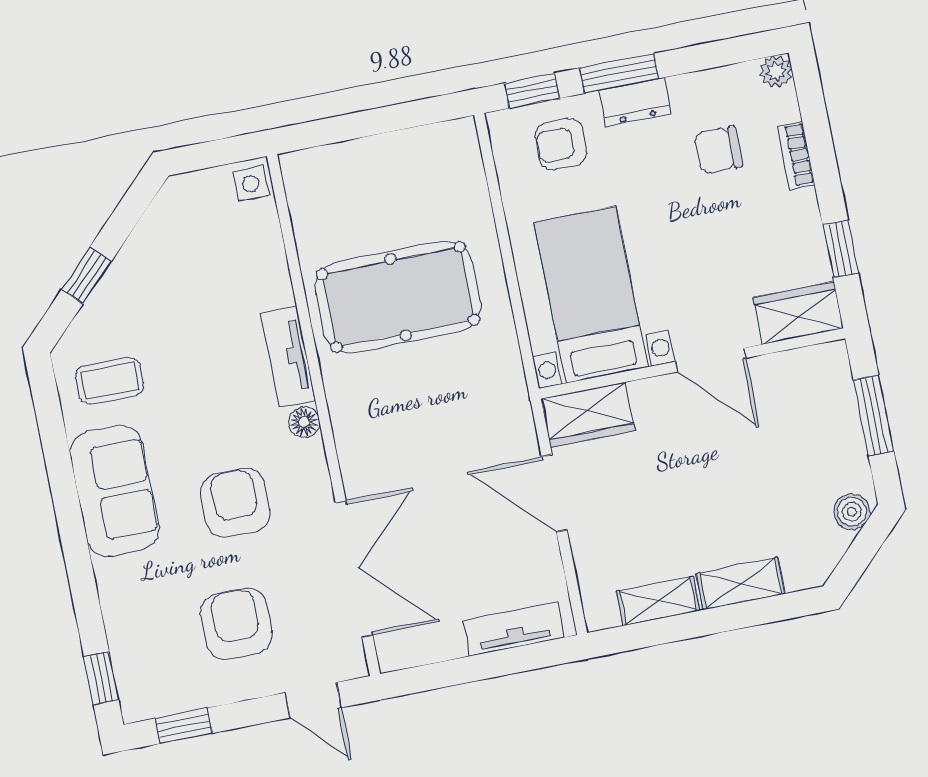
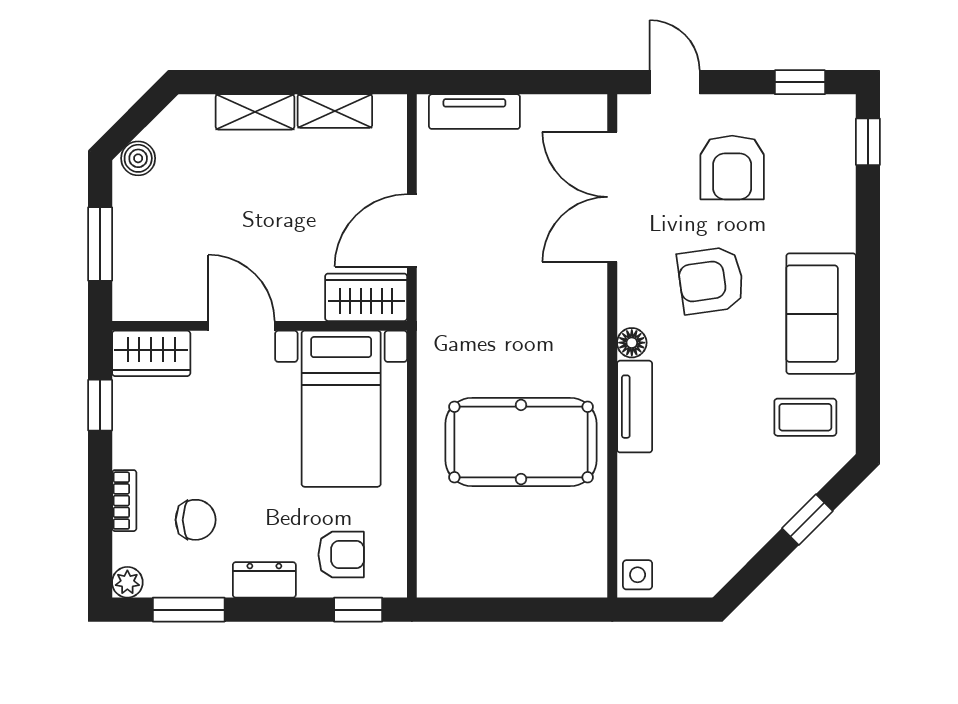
window: (619, 73) -> (189, 610), moved
door: (554, 493) -> (412, 230), swing flipped
armchair: (235, 503) -> (711, 280), turned 82

